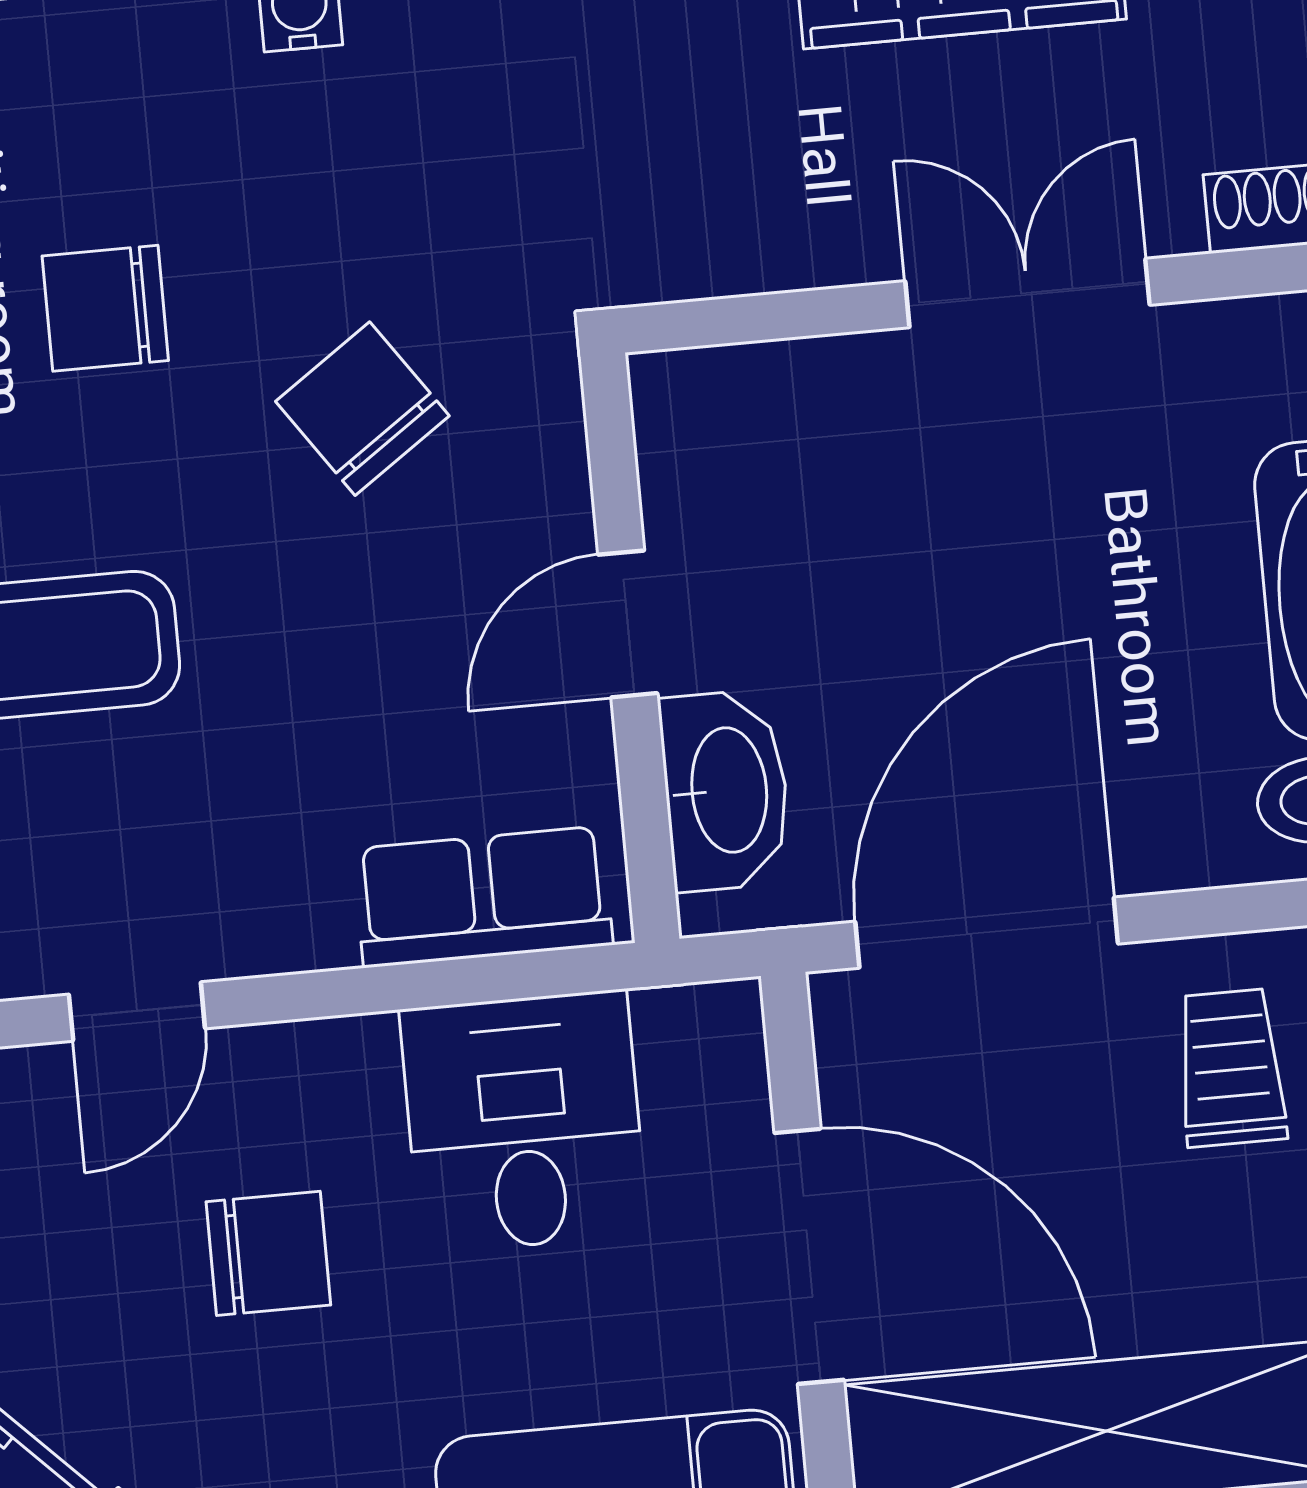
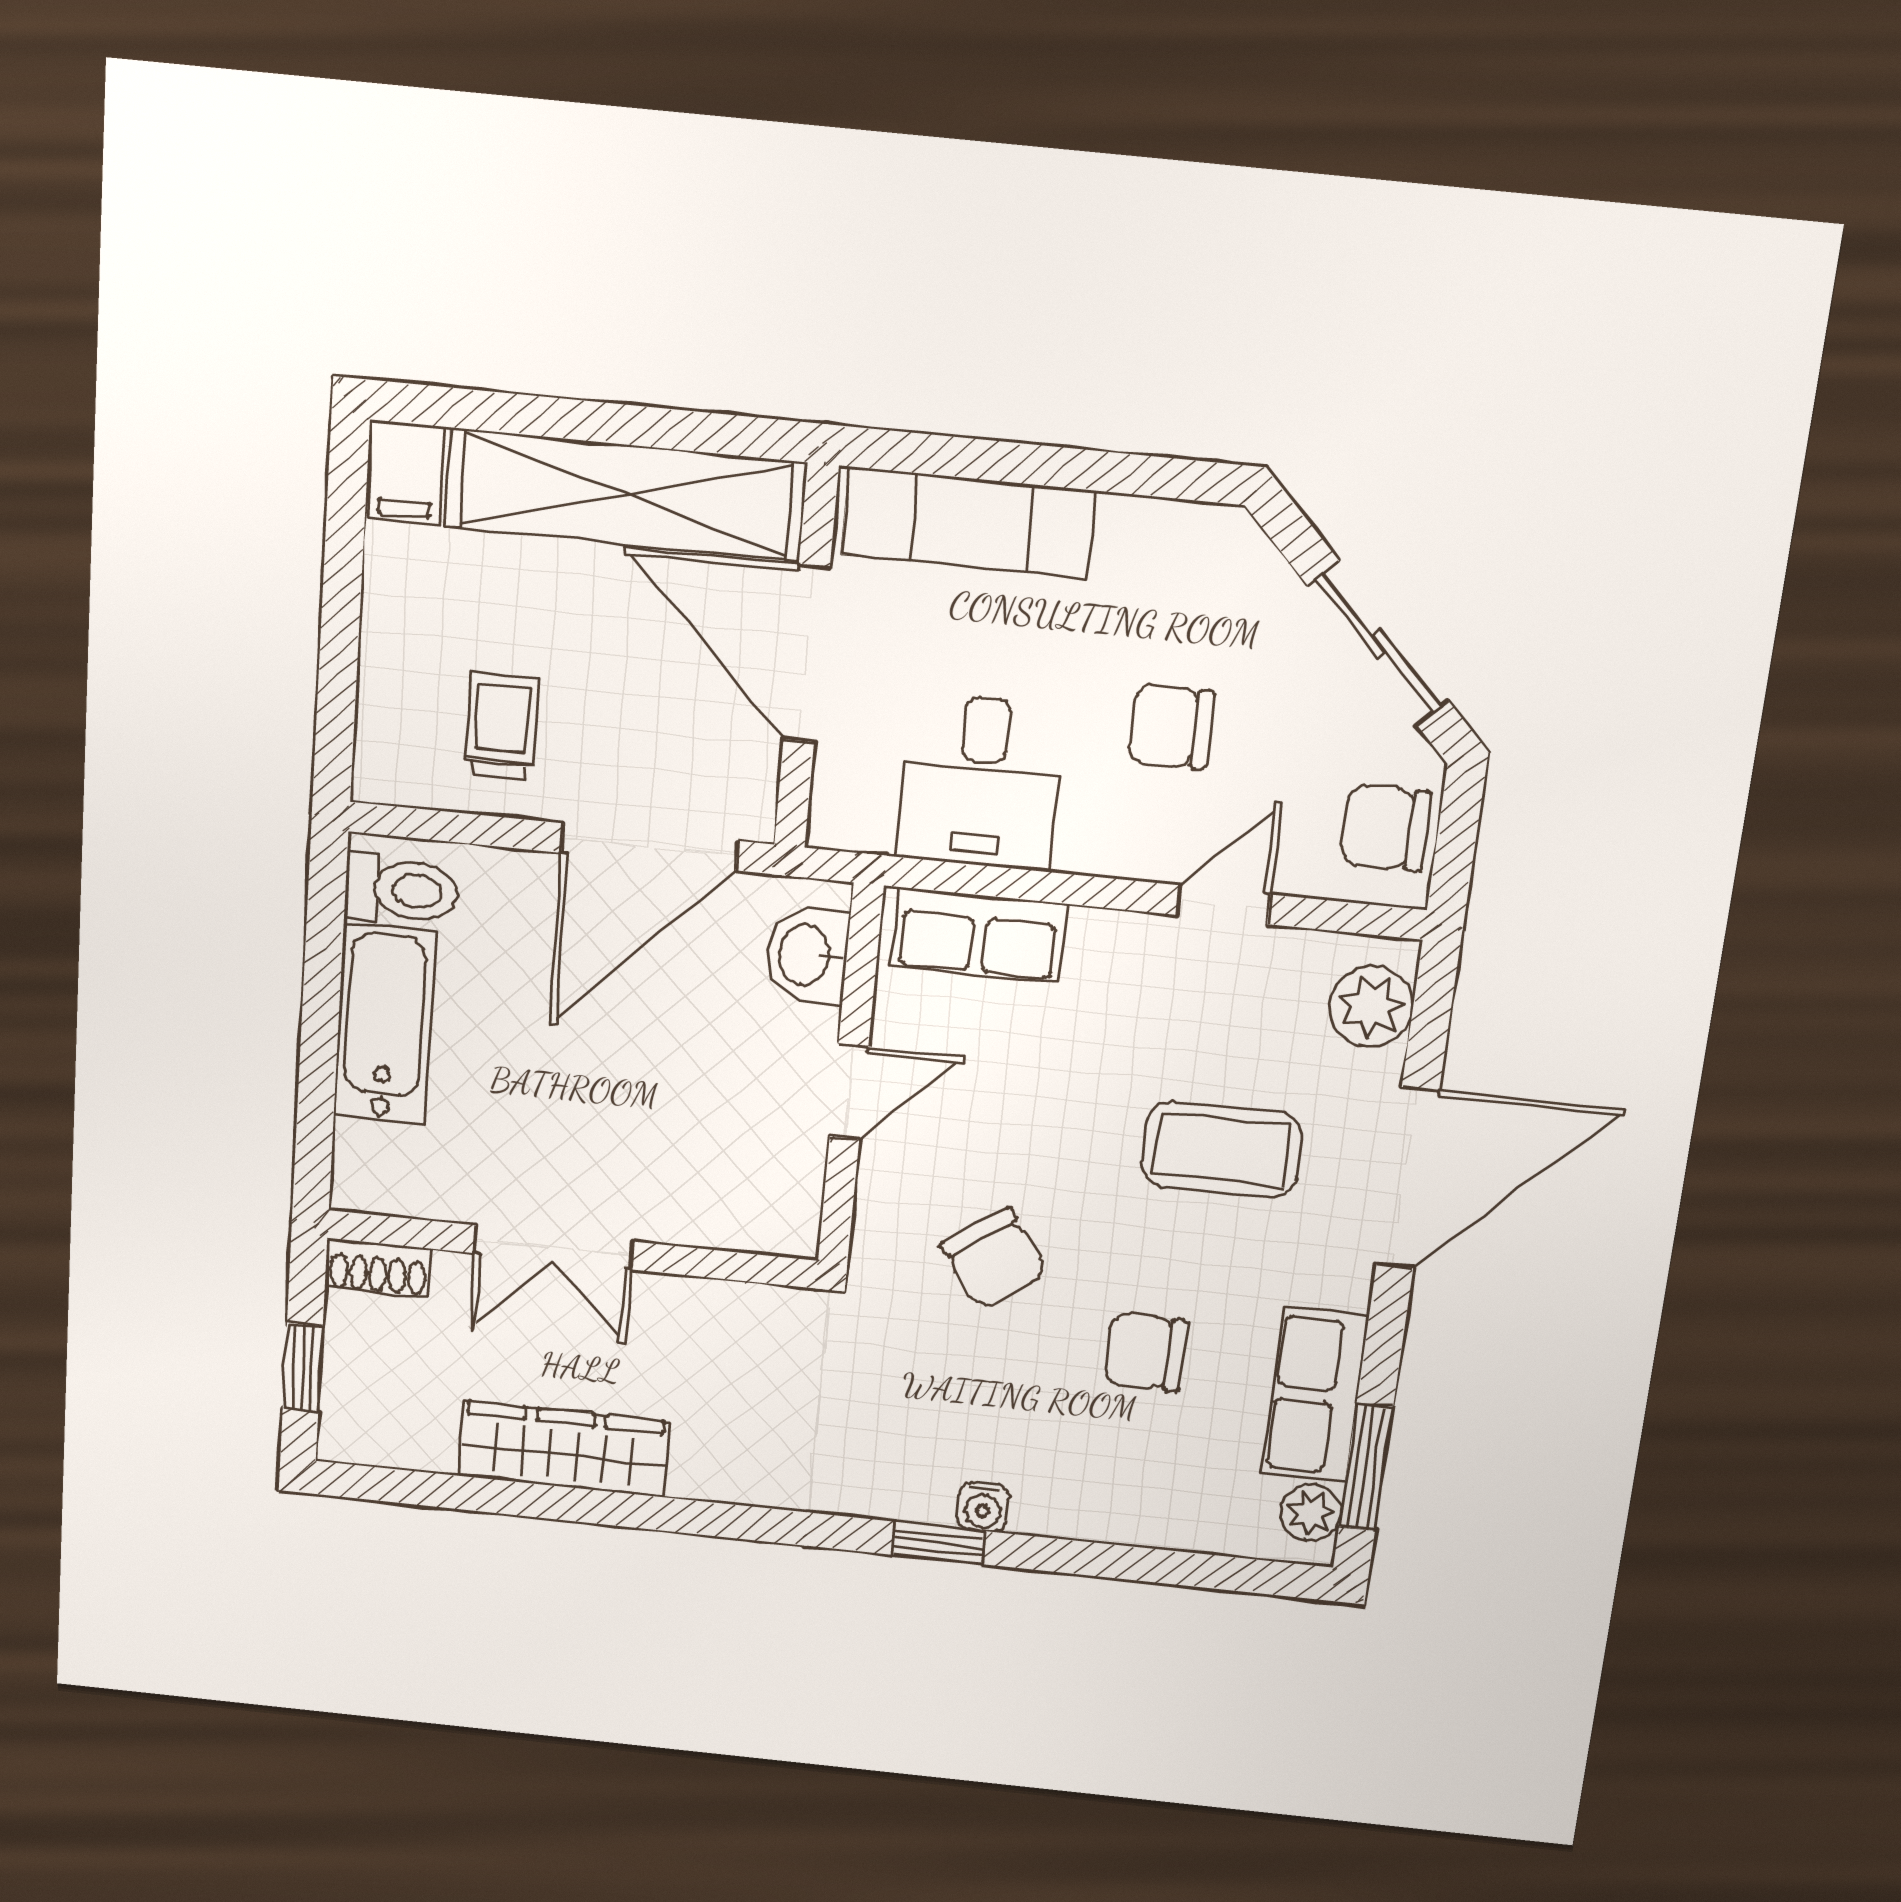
chair: (105, 308) -> (1145, 1352), turned 180
washbasin: (726, 790) -> (807, 955), width x0.72
trolley: (1231, 1068) -> (502, 726), turned 180

